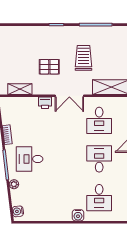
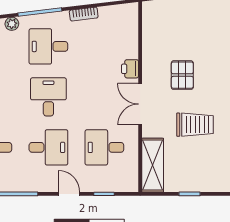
shelving: (20, 89) -> (150, 32), removed
desk: (30, 159) -> (48, 46), turned -90
desk: (64, 159) -> (48, 97), added

